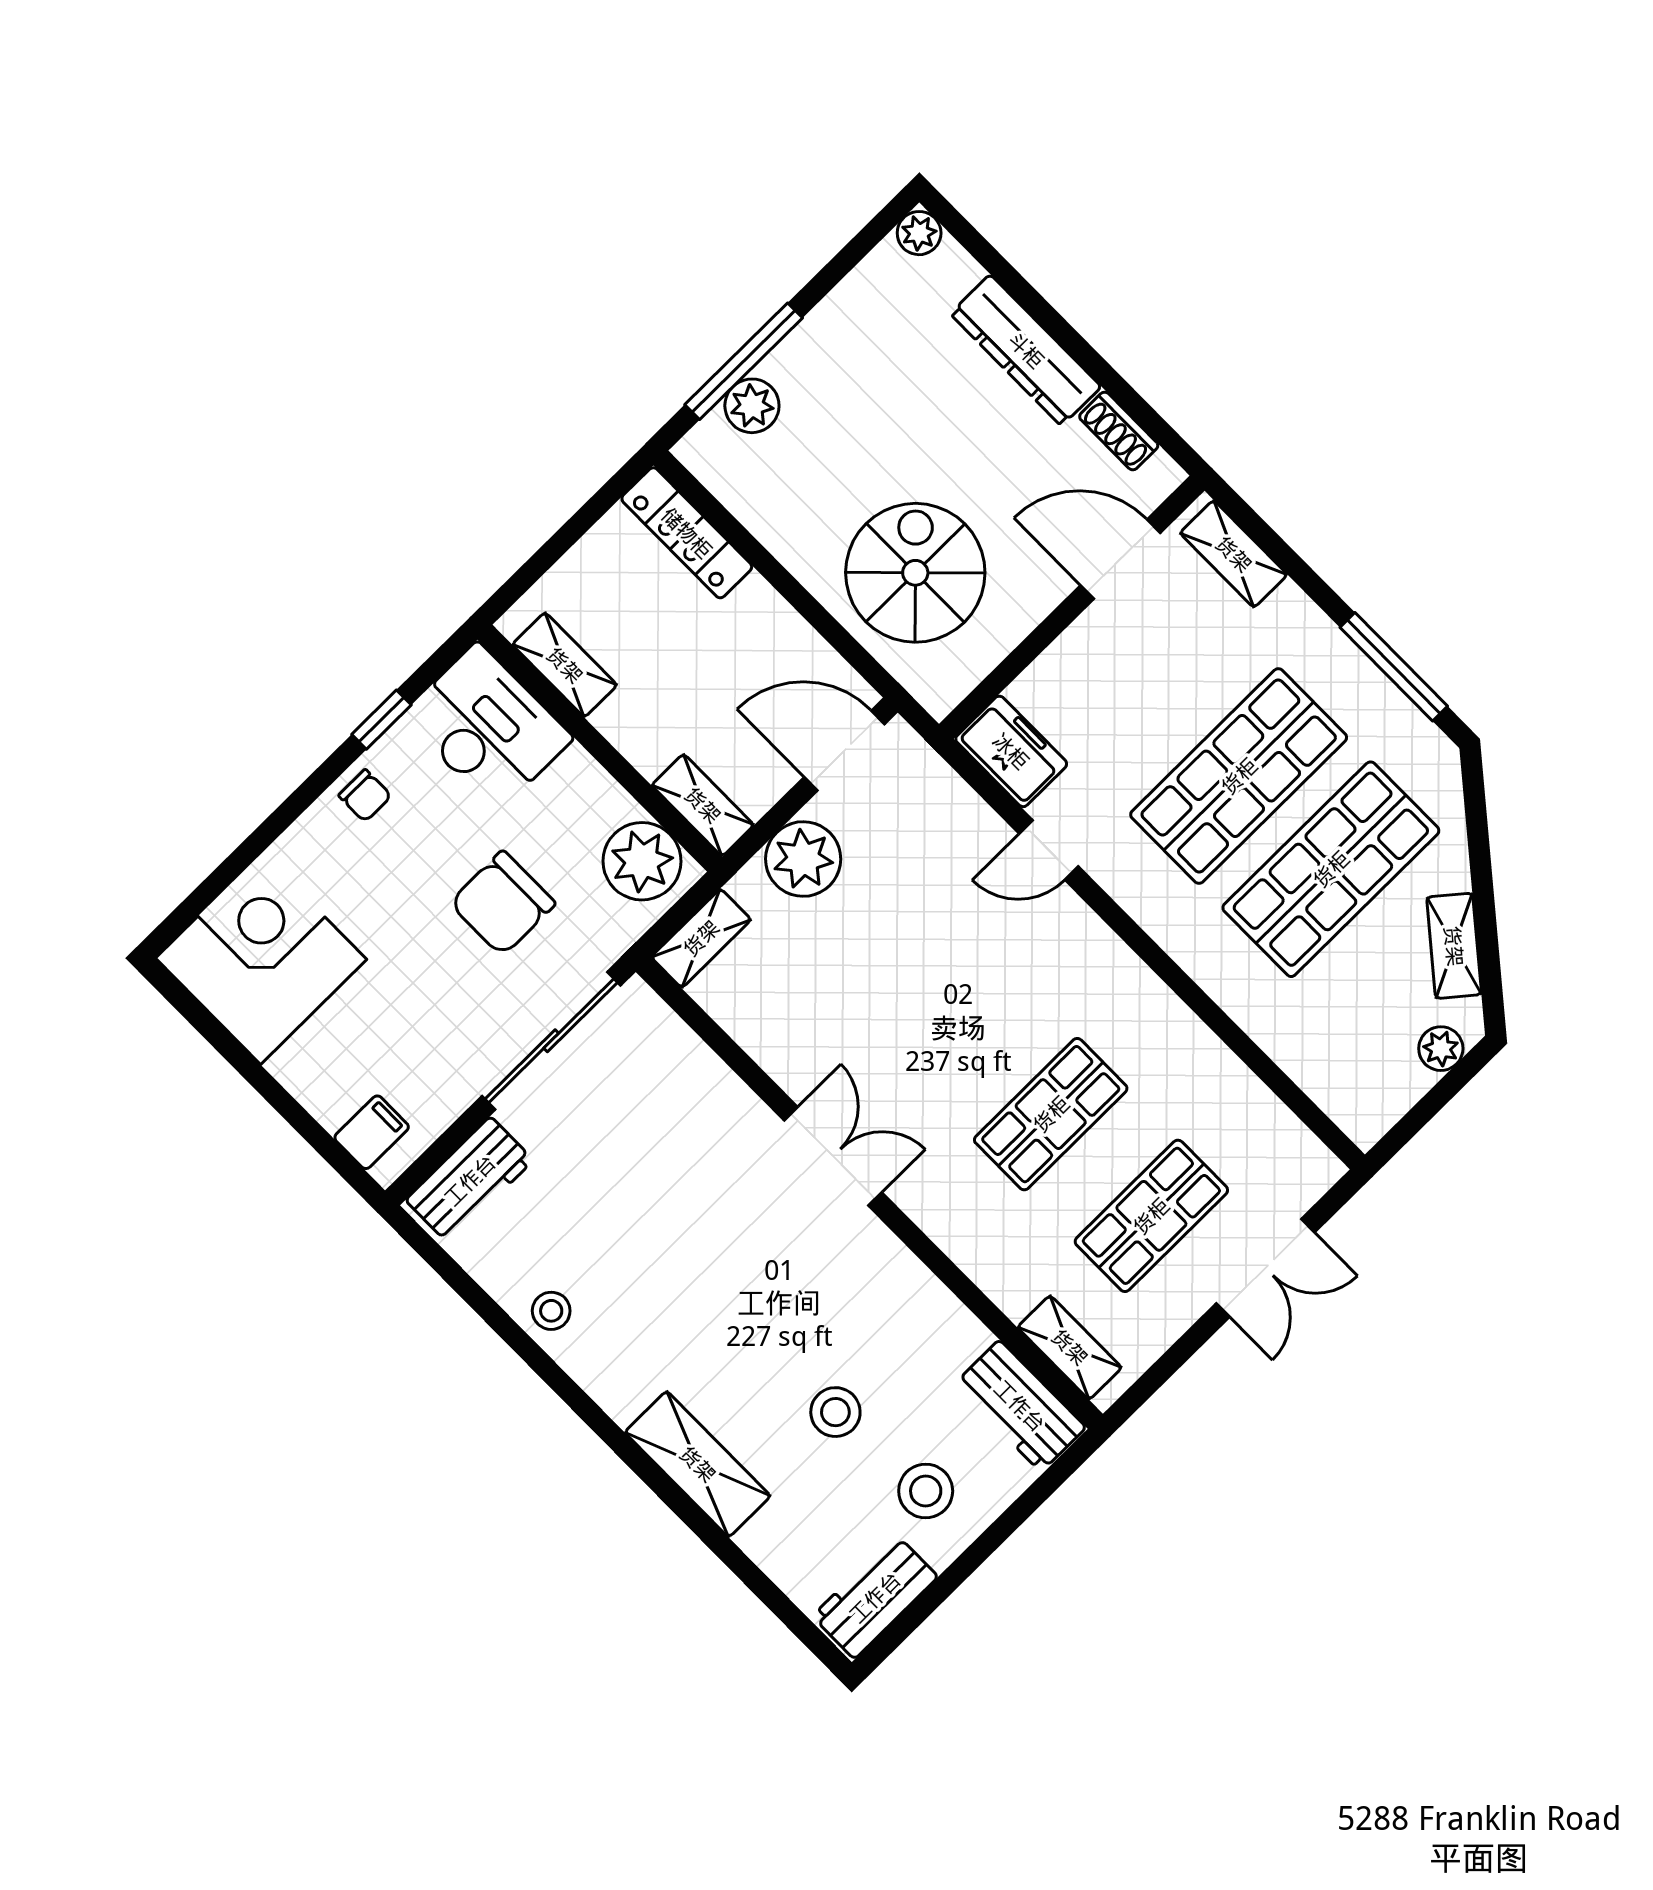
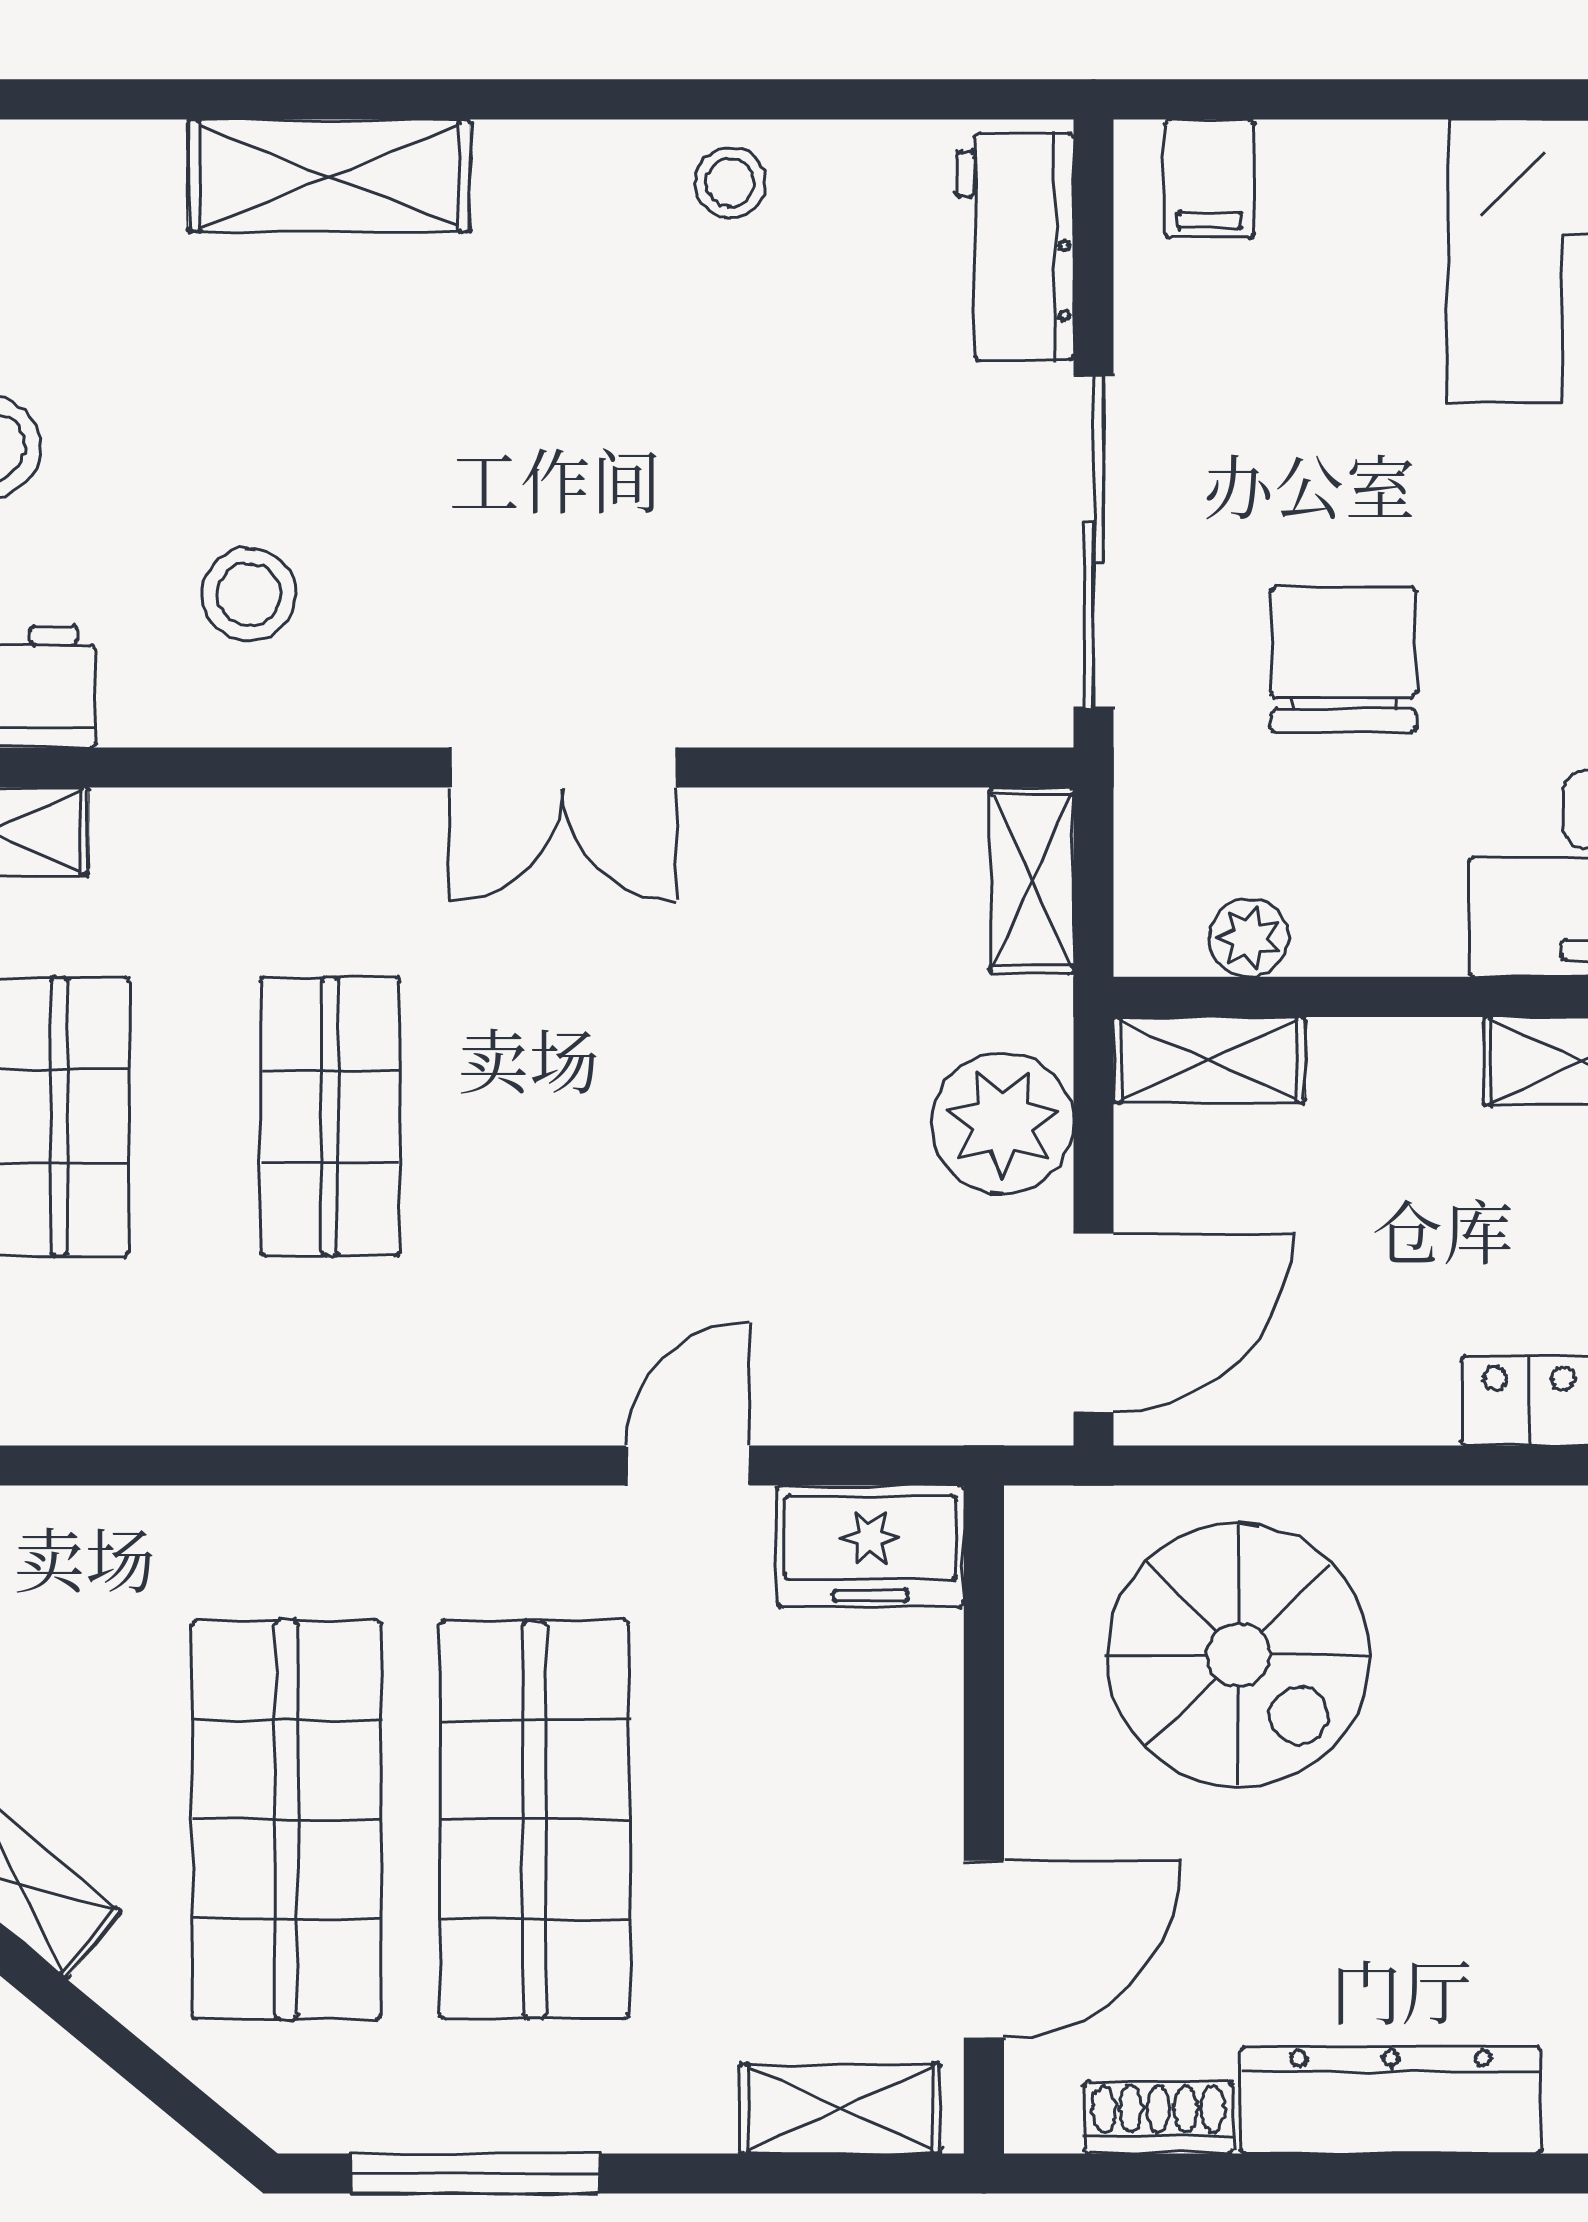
plant: (642, 861) -> (1249, 938), width x0.53, depth x0.53
stool: (835, 1412) -> (248, 595), moved

